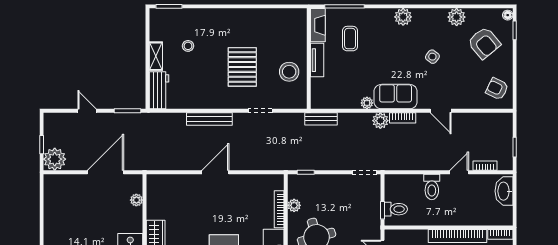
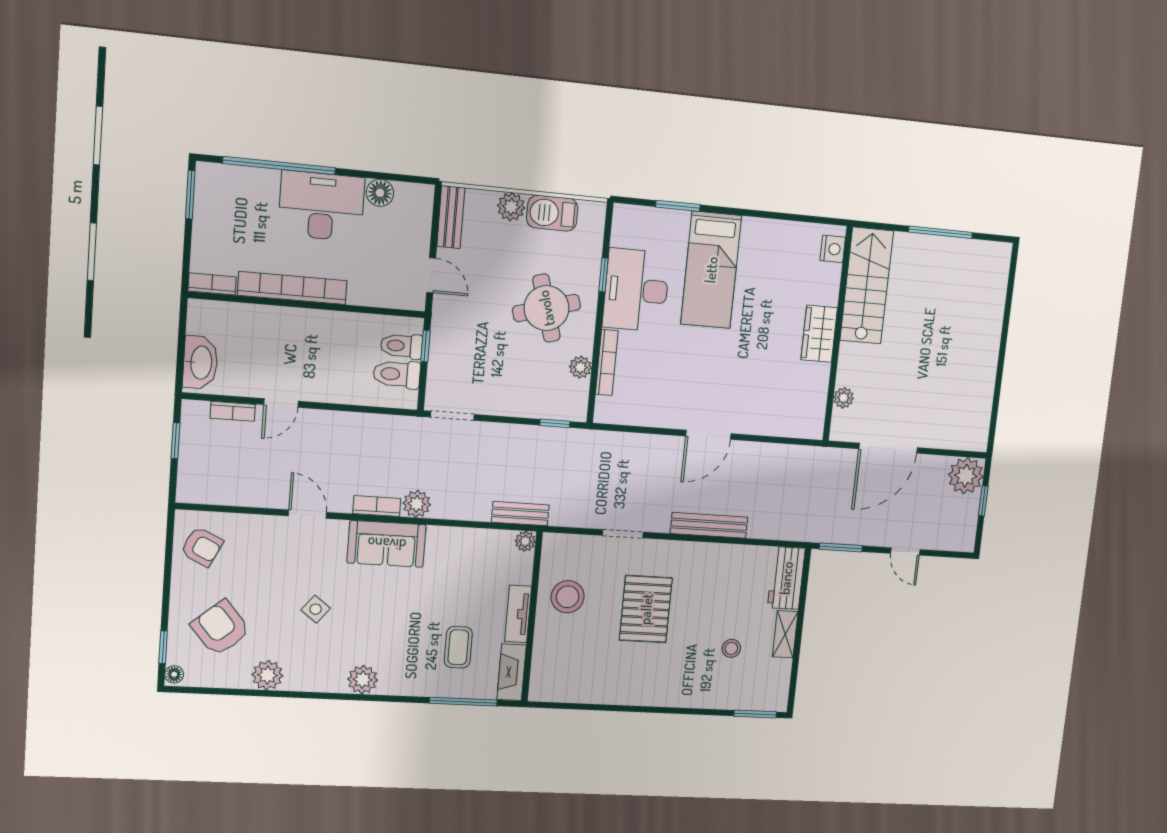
plant: (367, 103) -> (525, 541), moved
toilet: (432, 187) -> (397, 374), moved, turned -90

